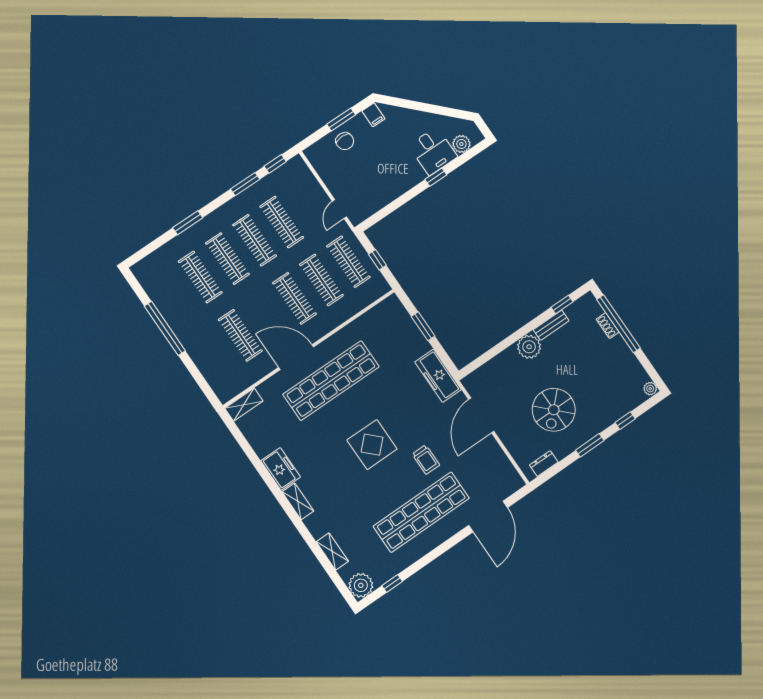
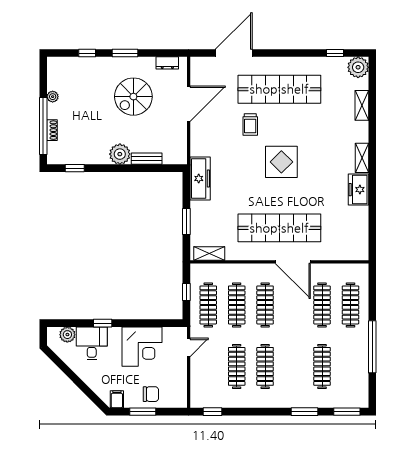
chair: (345, 141) -> (151, 394), turned 90
corner desk: (384, 180) -> (142, 347), added
window: (245, 184) -> (347, 412), moved
clothes rail: (227, 259) -> (350, 305), moved
bench: (551, 325) -> (147, 159), moved
plant: (650, 389) -> (53, 97), moved
shelving: (244, 405) -> (209, 253), moved
spiral stairs: (554, 410) -> (133, 97), turned 180
door: (481, 415) -> (189, 104), moved
trolley: (426, 460) -> (250, 124), turned 180

